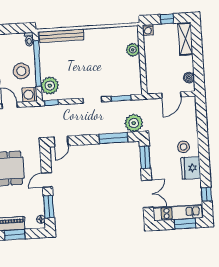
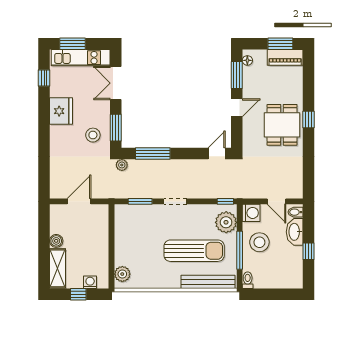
washing machine: (148, 30) -> (90, 282), moved
plant: (133, 50) -> (122, 274), moved
sun lounger: (74, 61) -> (194, 251), added
window: (37, 63) -> (240, 250), width x0.68
boiler: (189, 78) -> (56, 241), moved
plant: (134, 123) -> (122, 165), width x0.53, depth x0.53
stool: (183, 147) -> (93, 135), moved

